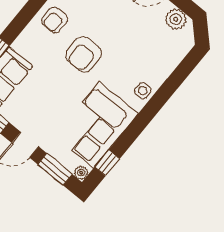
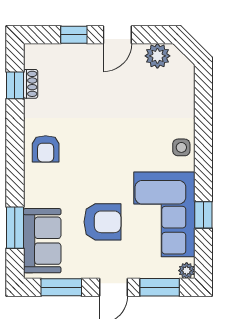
armchair: (83, 54) -> (103, 222), moved, turned -90
window: (107, 163) -> (203, 215), moved

